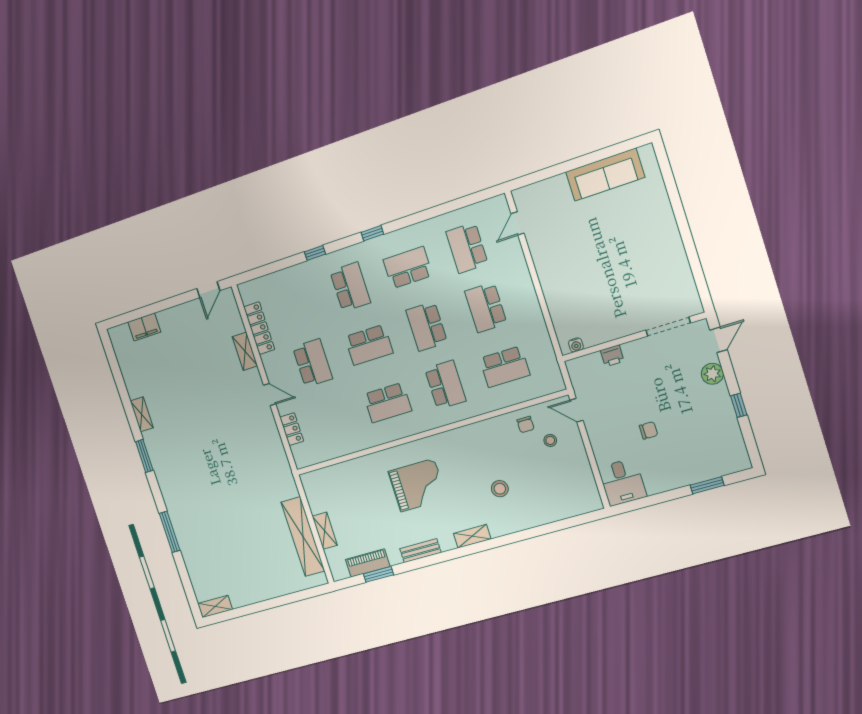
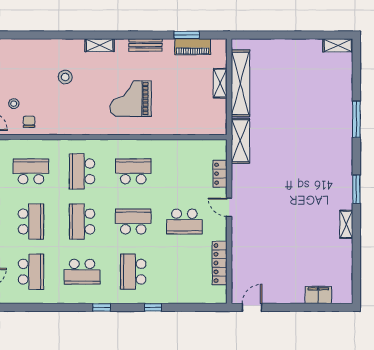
school desk: (427, 326) -> (82, 222), turned 180
shelving: (245, 351) -> (240, 141), moved, width x1.50, depth x1.33
school desk: (313, 363) -> (184, 222), turned -90

